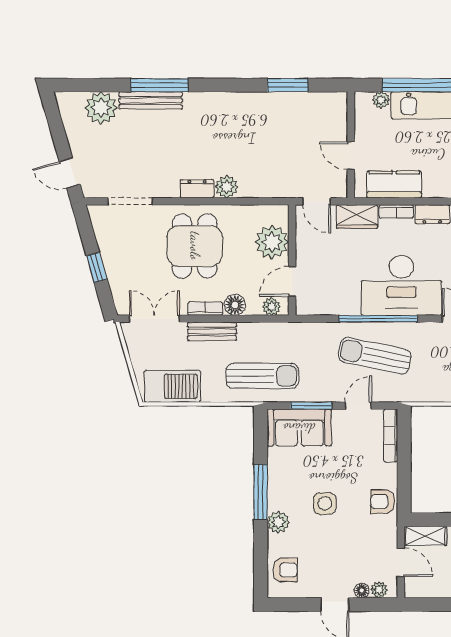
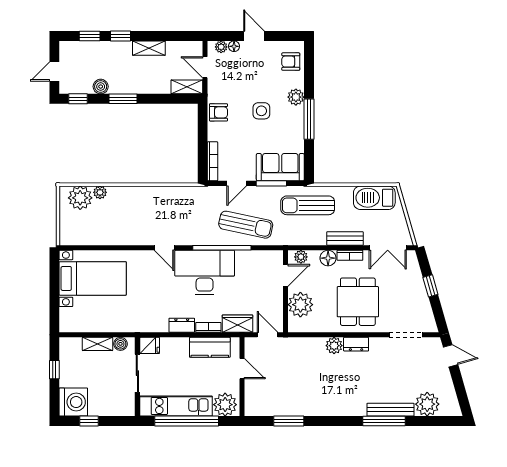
plant: (381, 100) -> (225, 405), width x1.88, depth x1.88
sun lounger: (375, 356) -> (246, 225), moved

